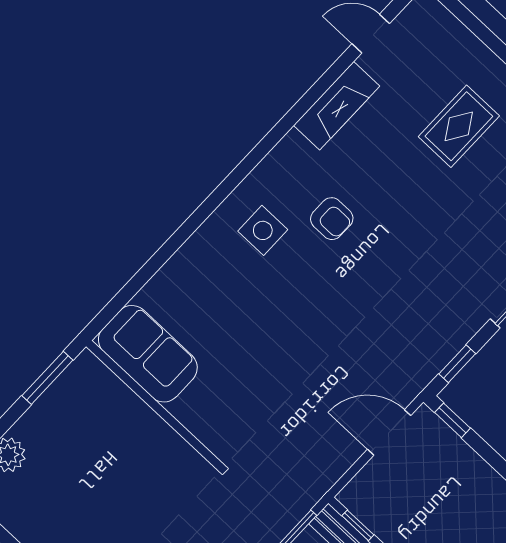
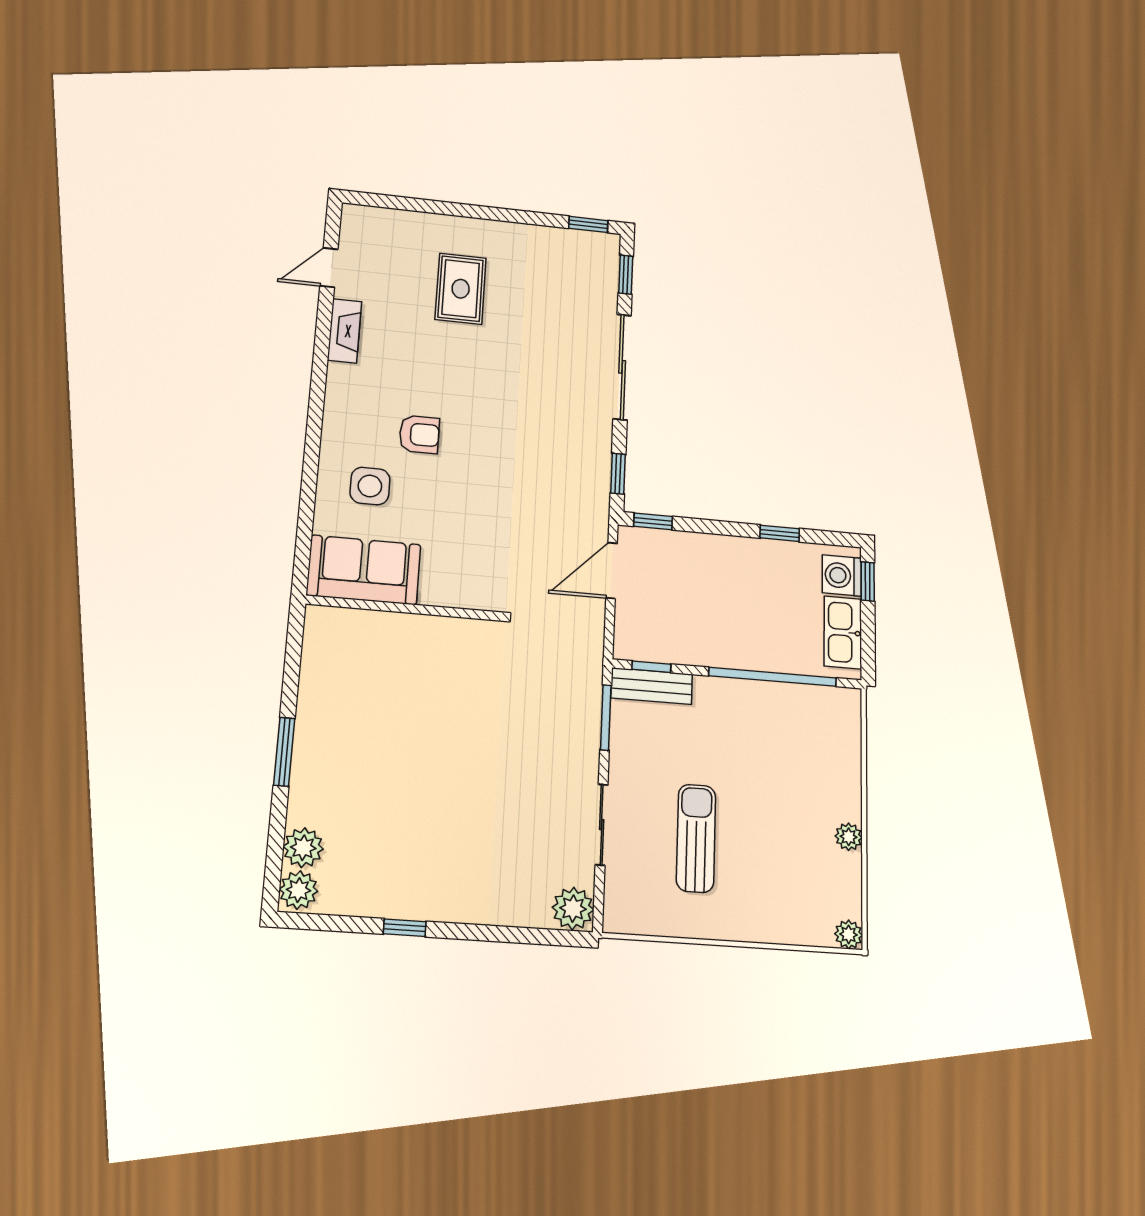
fireplace: (337, 106) -> (345, 331), width x0.73, depth x0.76
sofa: (148, 354) -> (364, 570), moved
wall: (154, 405) -> (404, 608), moved

